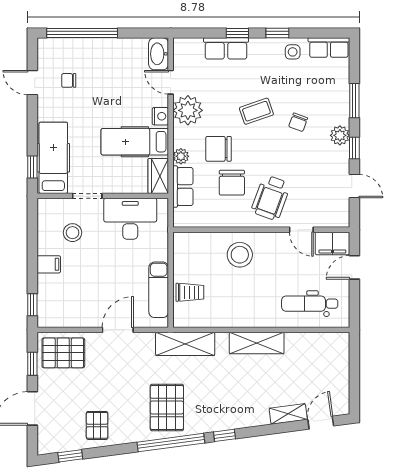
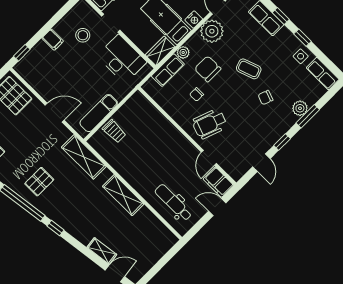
plant: (340, 135) -> (300, 108), moved
chair: (232, 183) -> (197, 94), width x0.54, depth x0.54
stool: (240, 255) -> (162, 138), removed
pallet: (167, 408) -> (39, 182), width x0.67, depth x0.71

